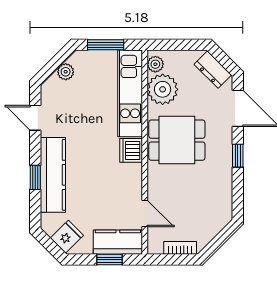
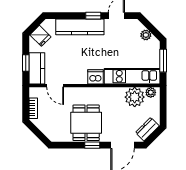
dining table: (177, 140) -> (86, 123), moved
window: (35, 177) -> (93, 16), moved
door: (145, 214) -> (55, 86), hinge flipped

